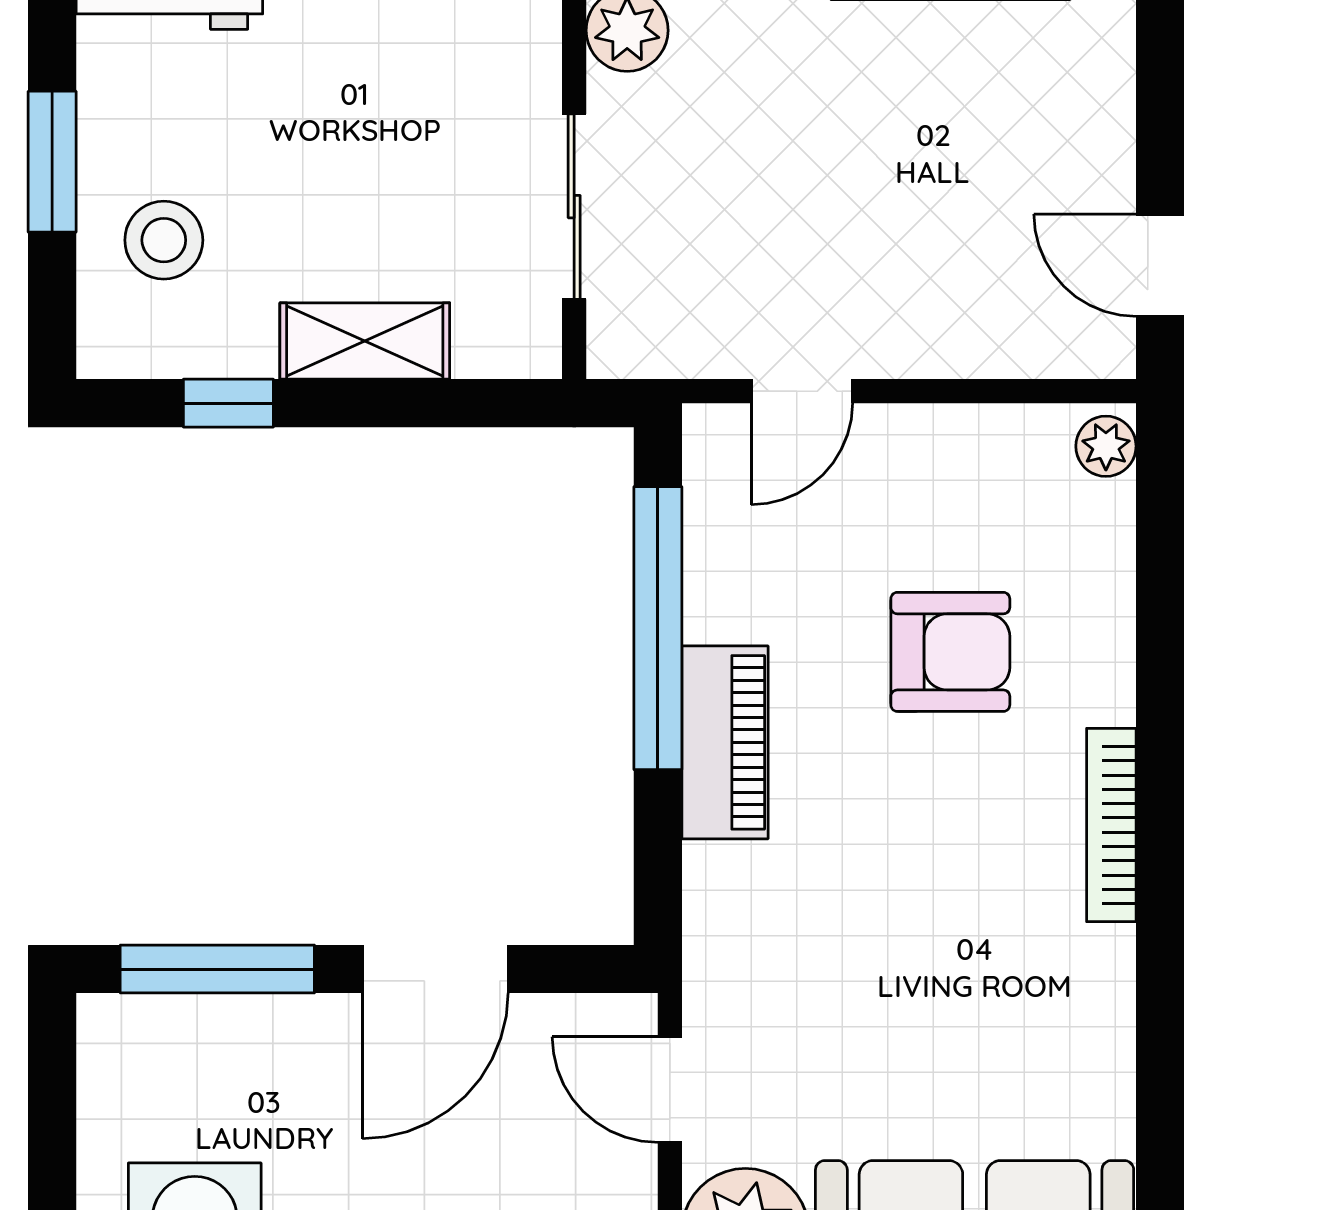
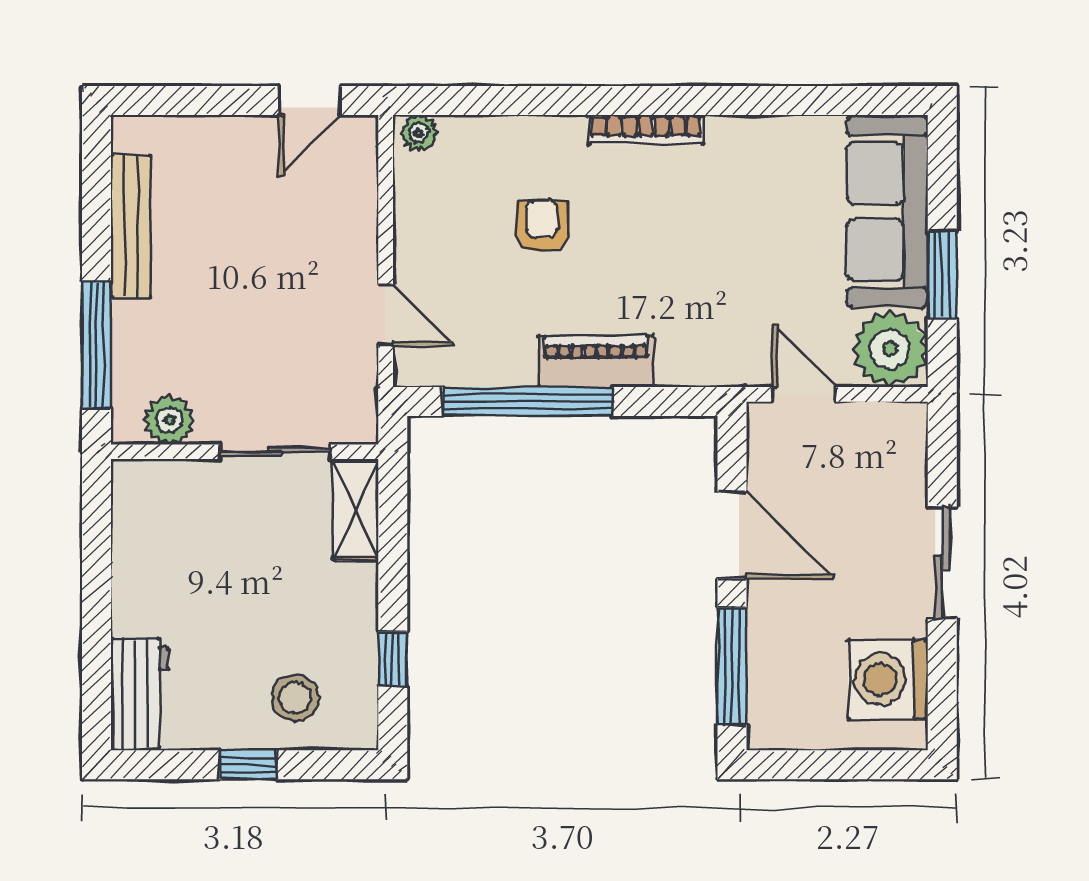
window: (52, 162) -> (248, 765), width x0.67
shelving: (365, 341) -> (356, 510), moved
armchair: (950, 652) -> (542, 226), width x0.72, depth x0.72
door: (670, 1090) -> (804, 394), swing flipped

